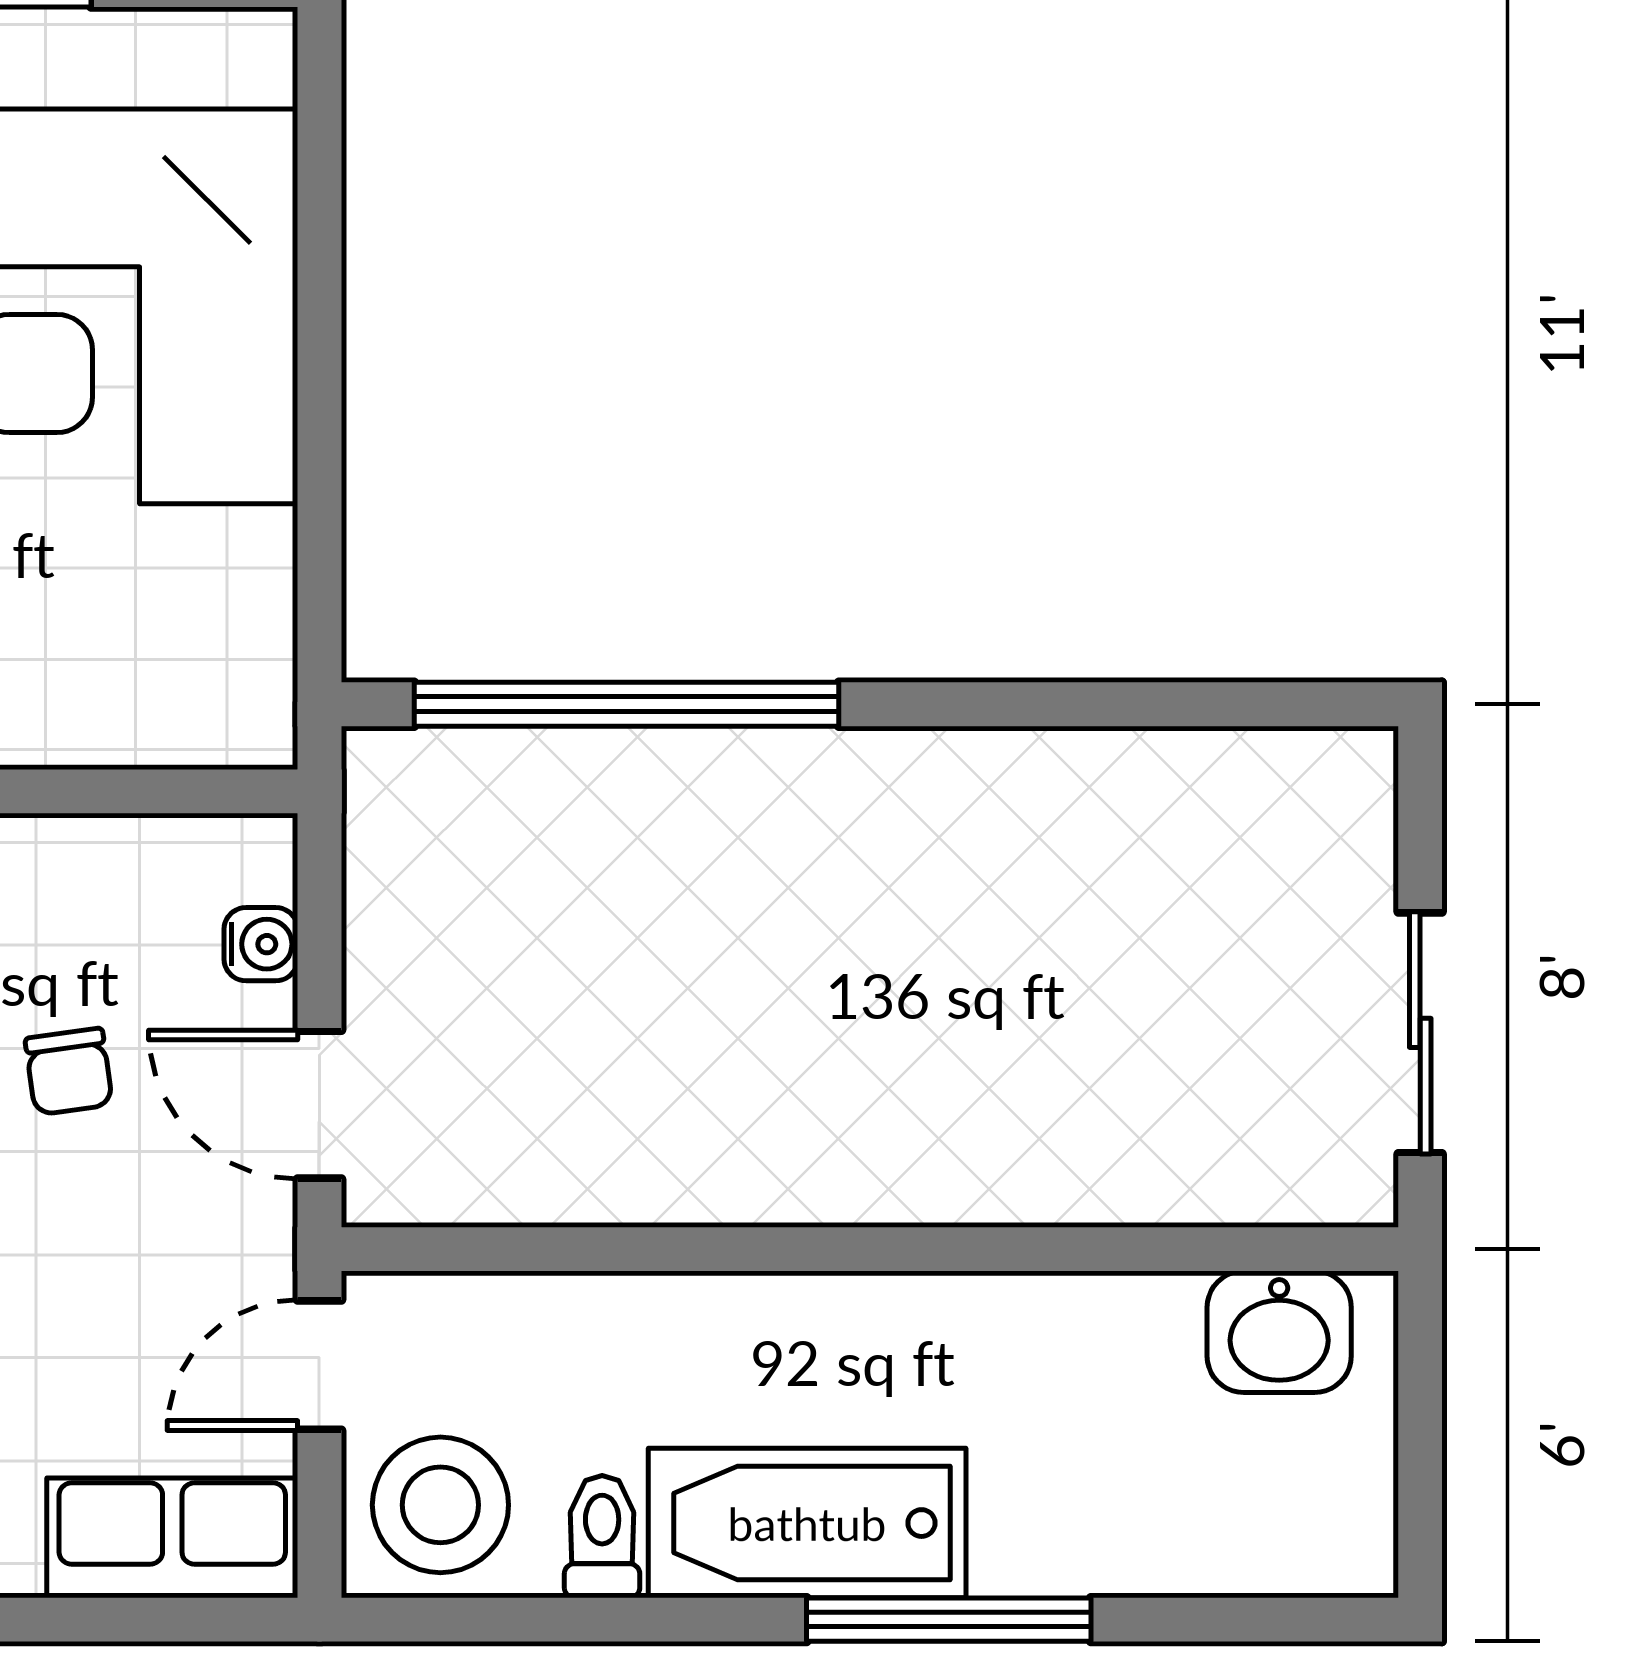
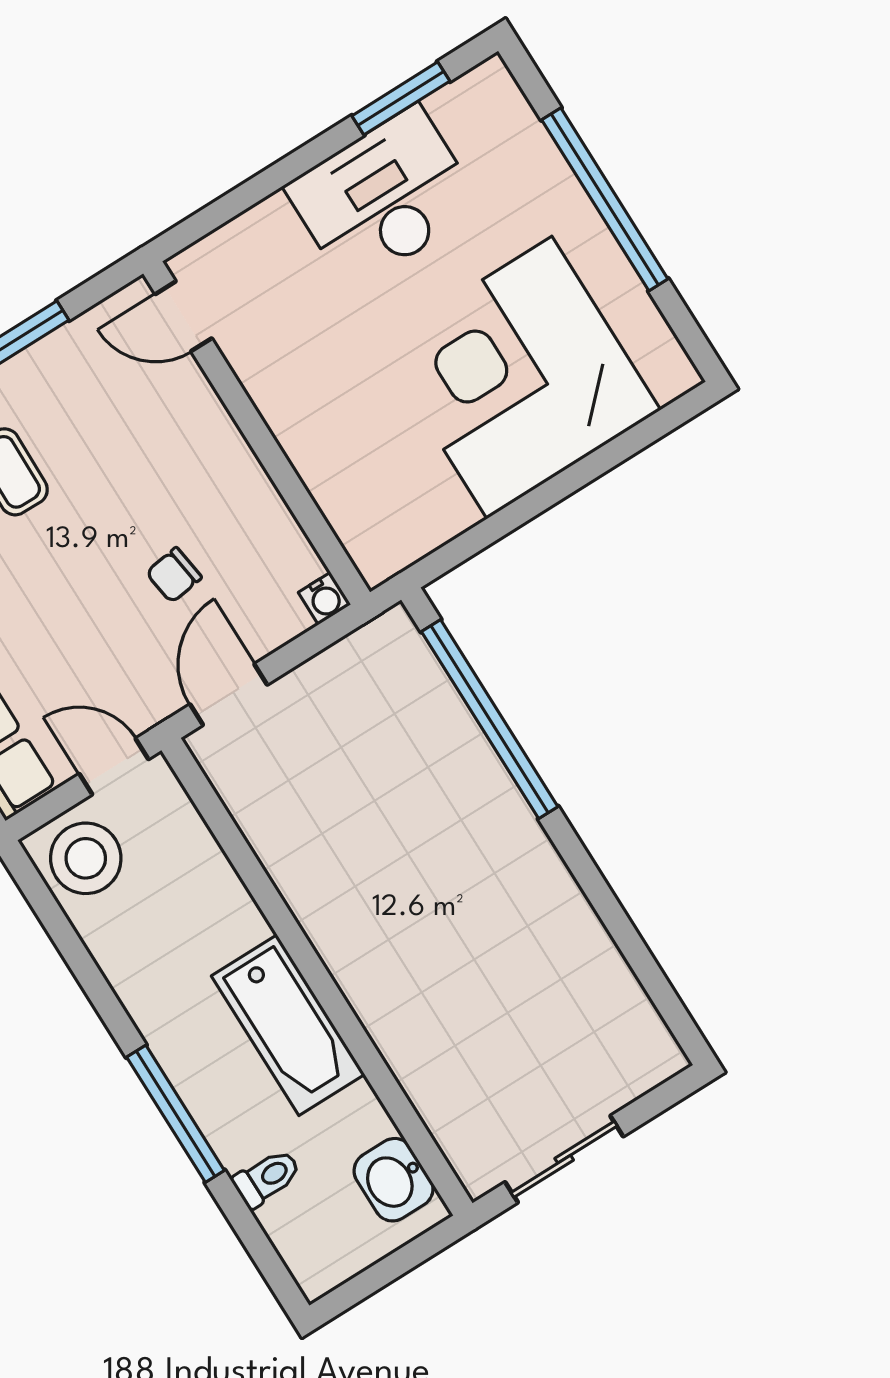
water cooler: (261, 944) -> (324, 598), moved
bathtub: (807, 1523) -> (288, 1025), moved, turned 180
toilet: (602, 1537) -> (267, 1178), moved

